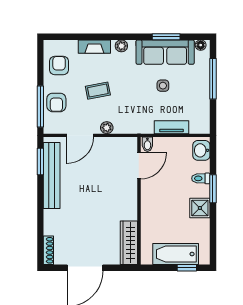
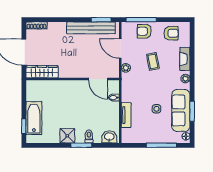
door: (139, 166) -> (98, 79), moved
wall: (139, 201) -> (73, 79), moved
wardrobe: (129, 243) -> (42, 72), moved

